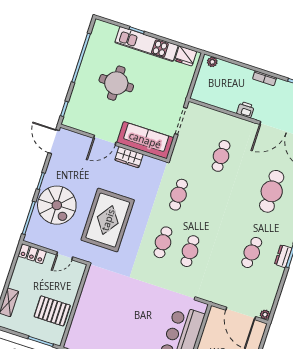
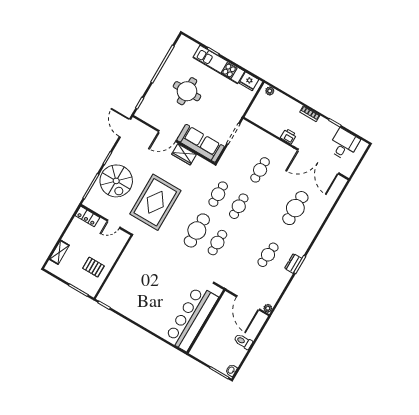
cafe table: (205, 204) -> (239, 206), added
cafe table: (163, 242) -> (197, 230), width x1.37, depth x1.35
pallet: (52, 311) -> (93, 267), width x0.67, depth x0.71

